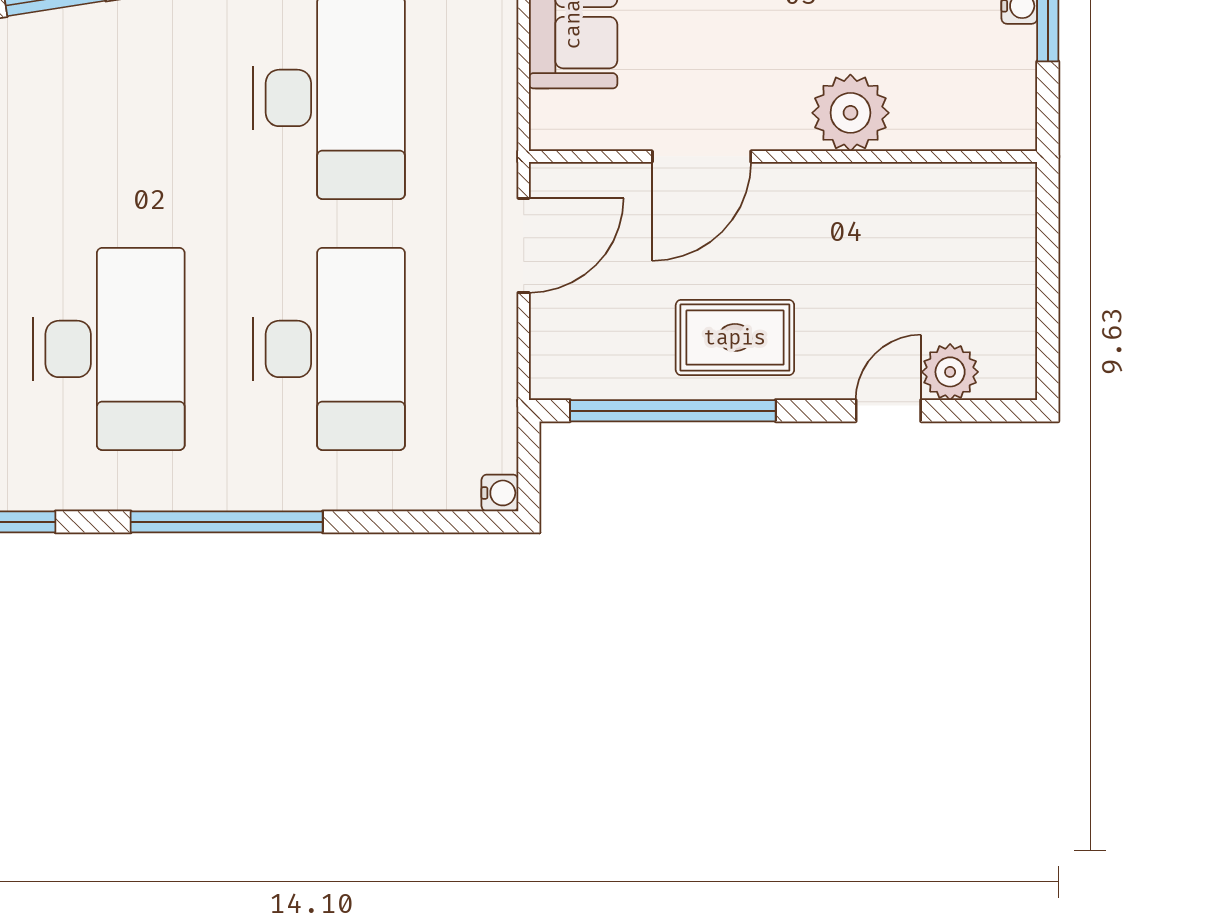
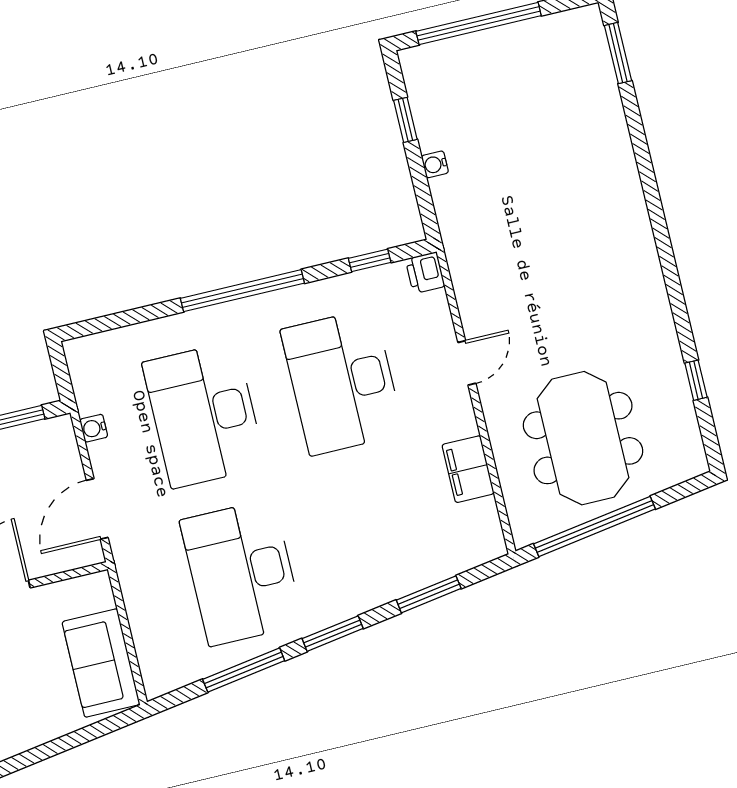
water cooler: (500, 493) -> (94, 428), moved

